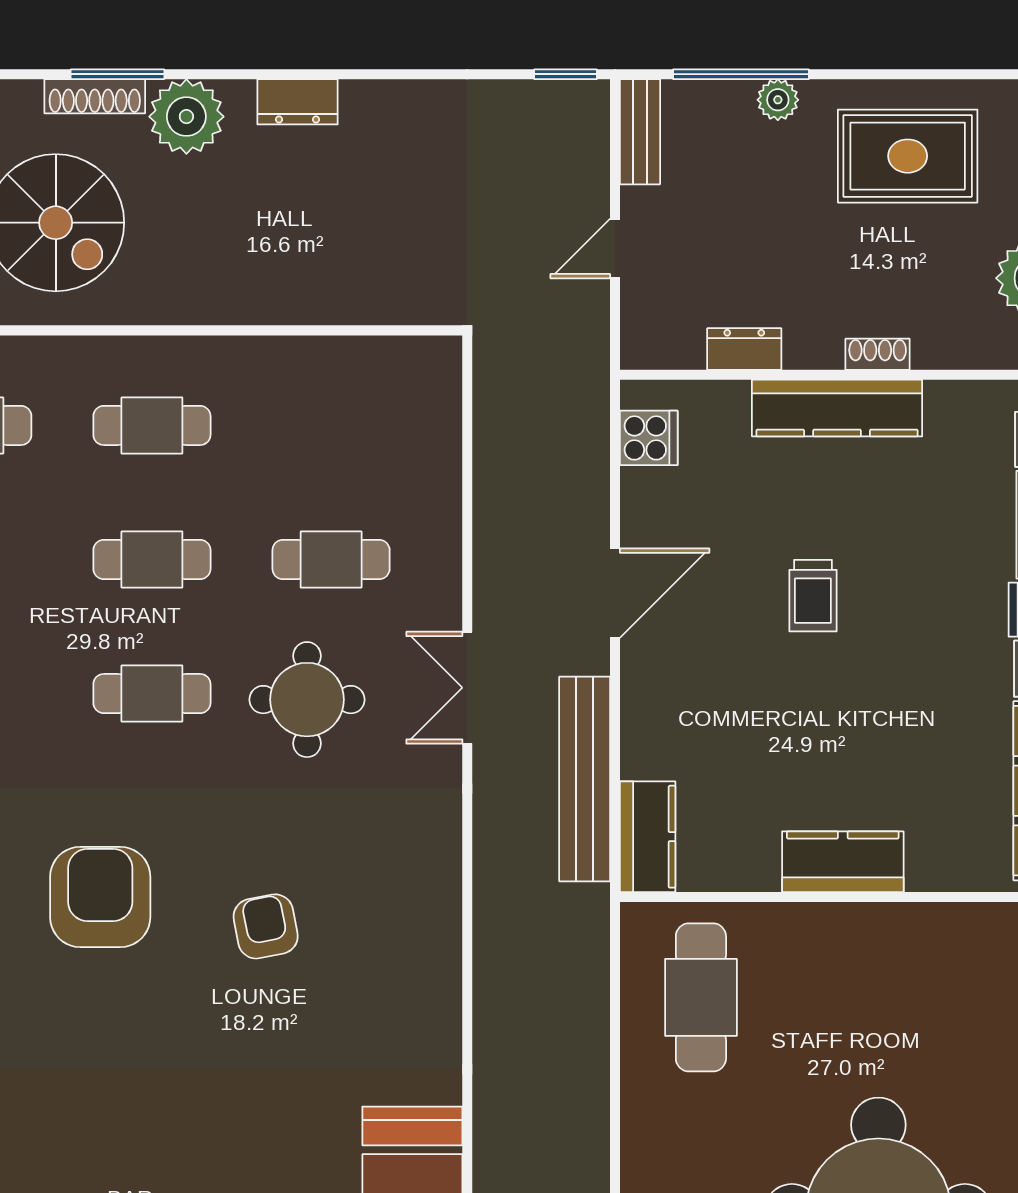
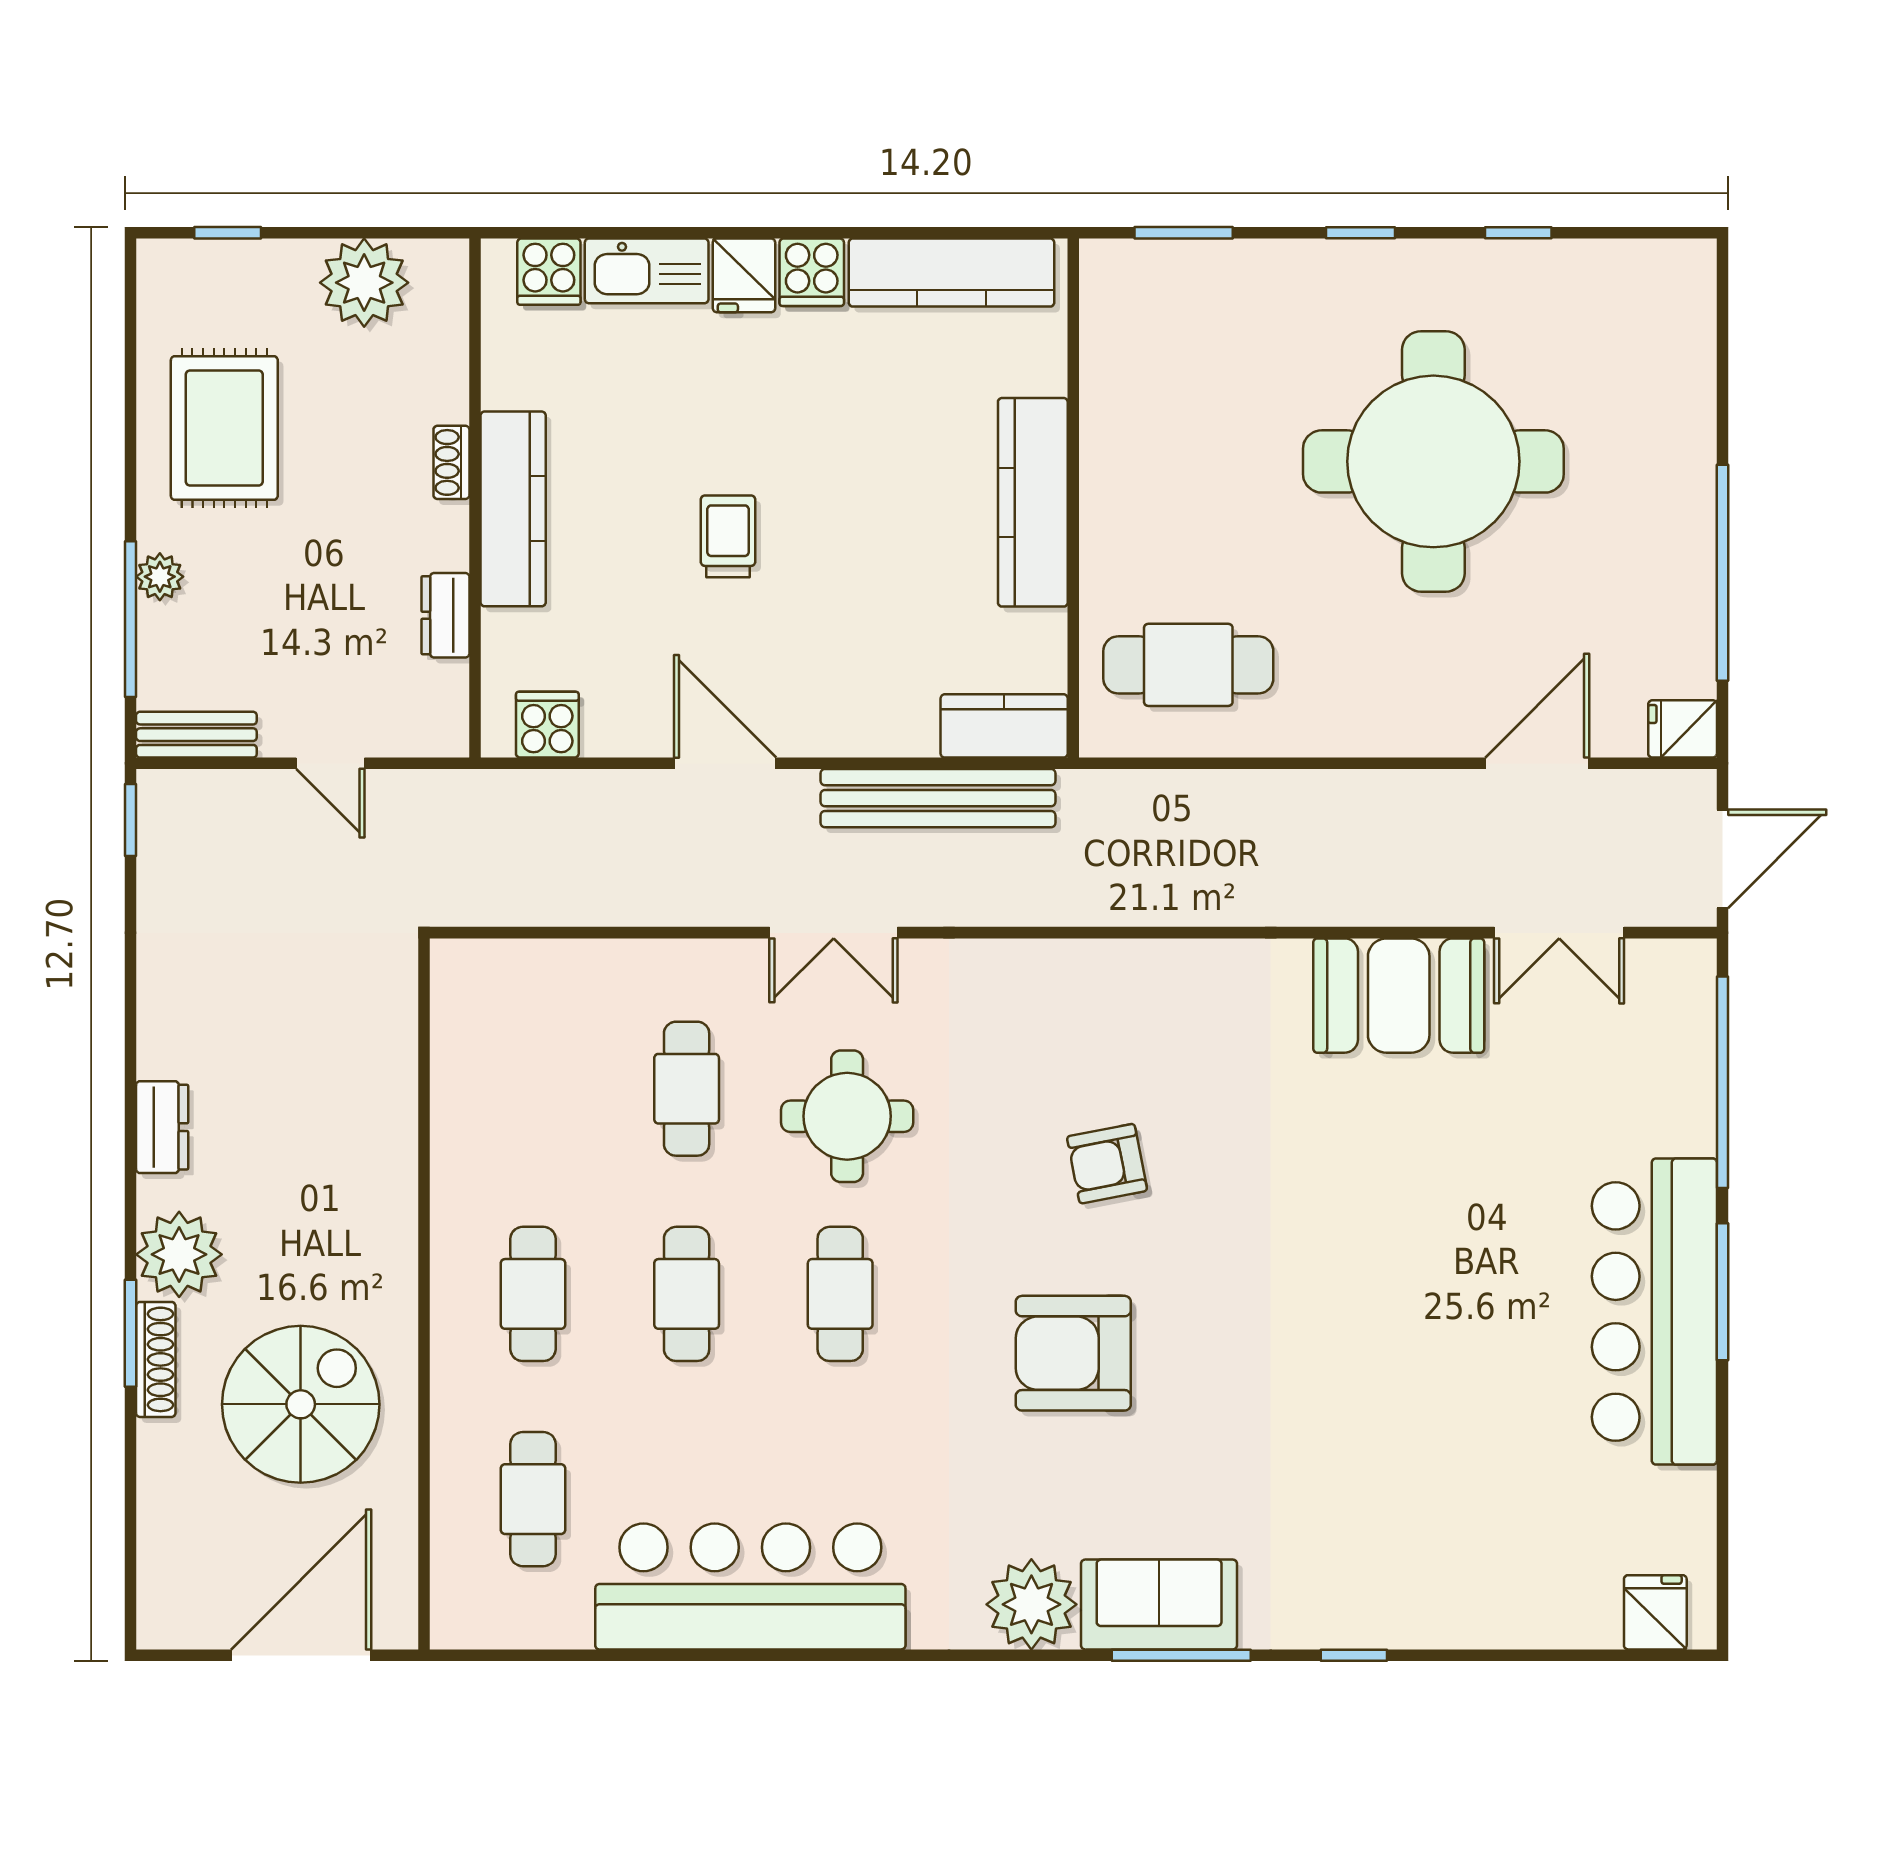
trolley: (813, 596) -> (728, 536), turned -90
kitchen counter: (843, 862) -> (1033, 502), width x1.50

